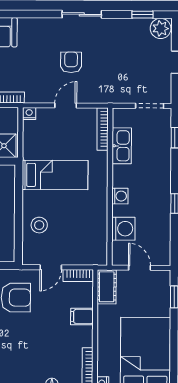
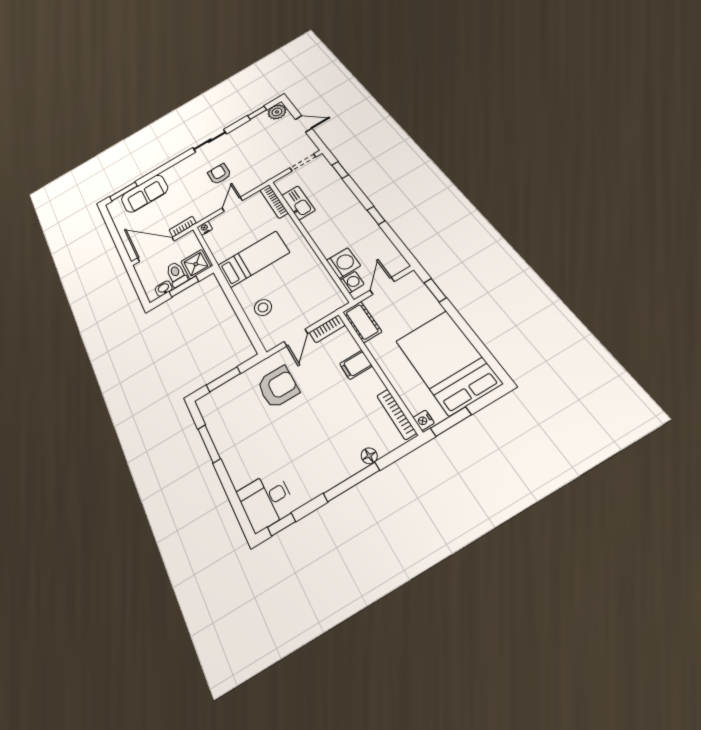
washing machine: (120, 196) -> (352, 282), moved
door: (139, 268) -> (382, 286), hinge flipped

